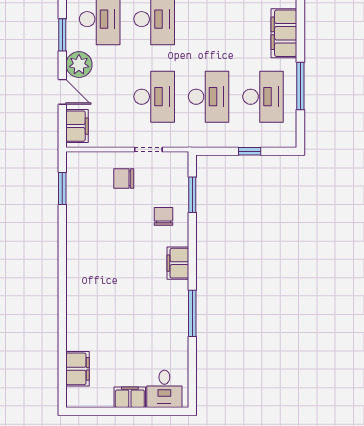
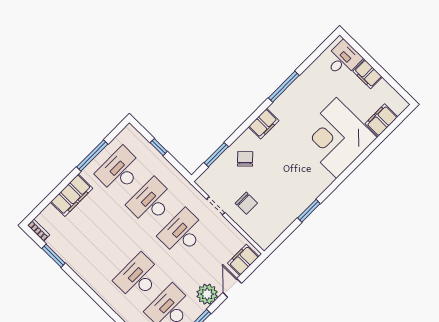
window: (62, 188) -> (309, 211), moved
chair: (163, 216) -> (245, 159), turned 136
corner desk: (102, 314) -> (336, 138), added

